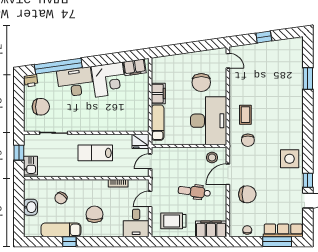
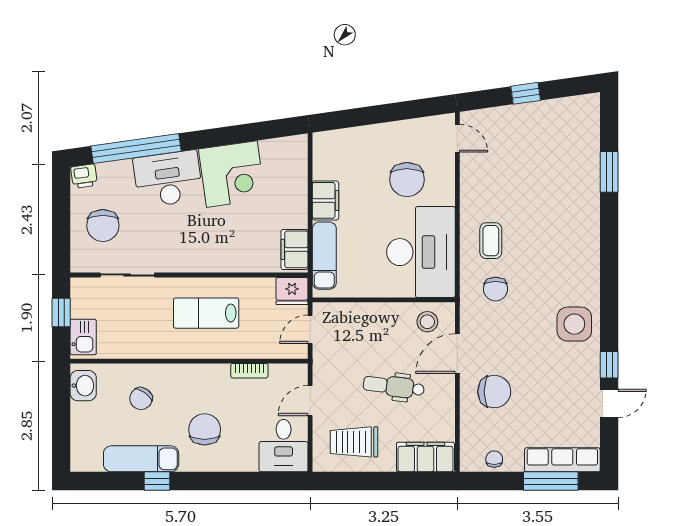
filing cabinet: (135, 67) -> (295, 249), moved, turned 98
chair: (41, 107) -> (103, 226), turned 90
washbasin: (30, 207) -> (83, 386), moved

